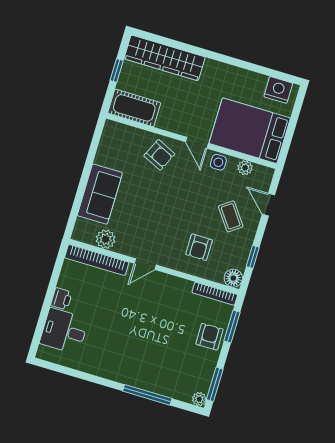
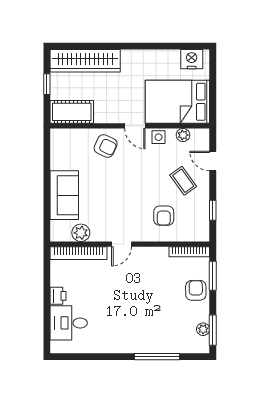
floor lamp: (233, 278) -> (201, 234), removed
plant: (199, 399) -> (203, 329), moved

